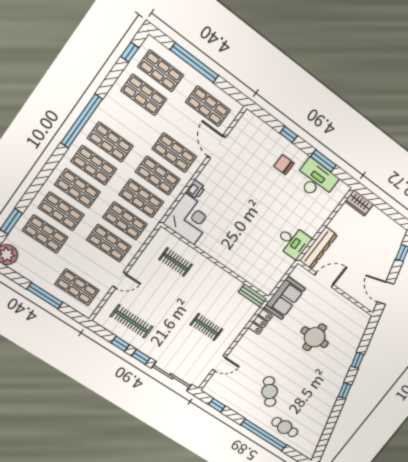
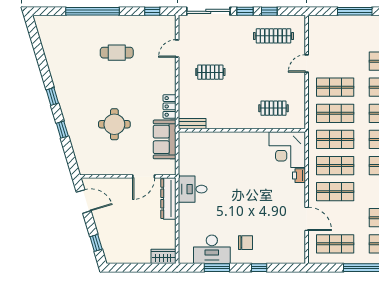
shop shelf: (77, 287) -> (335, 35), removed
cafe table: (269, 392) -> (117, 53), turned -49
cafe table: (285, 427) -> (80, 30), removed

